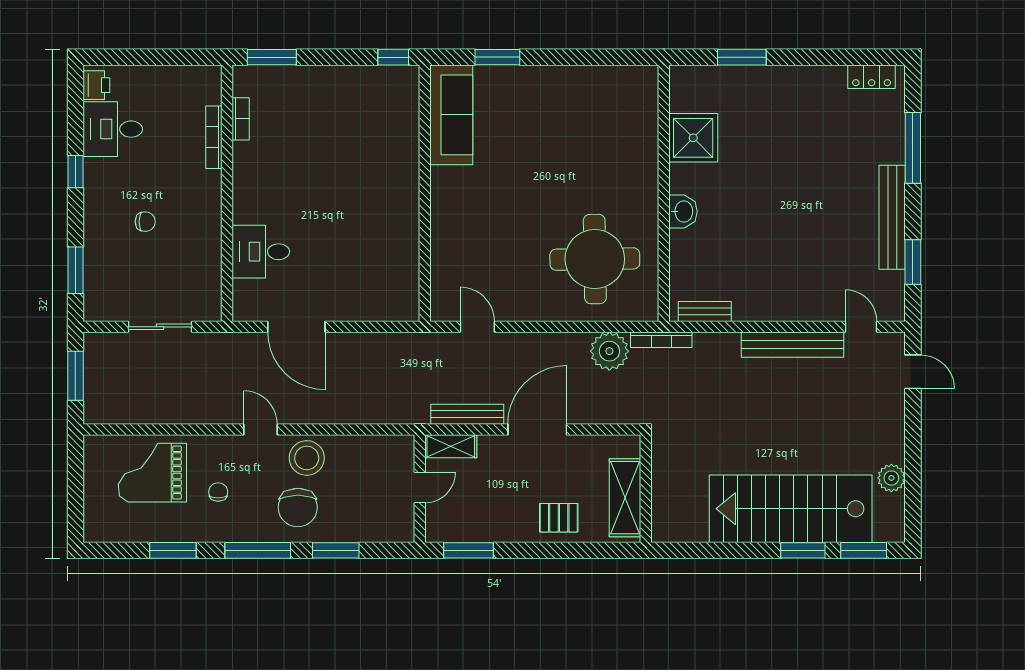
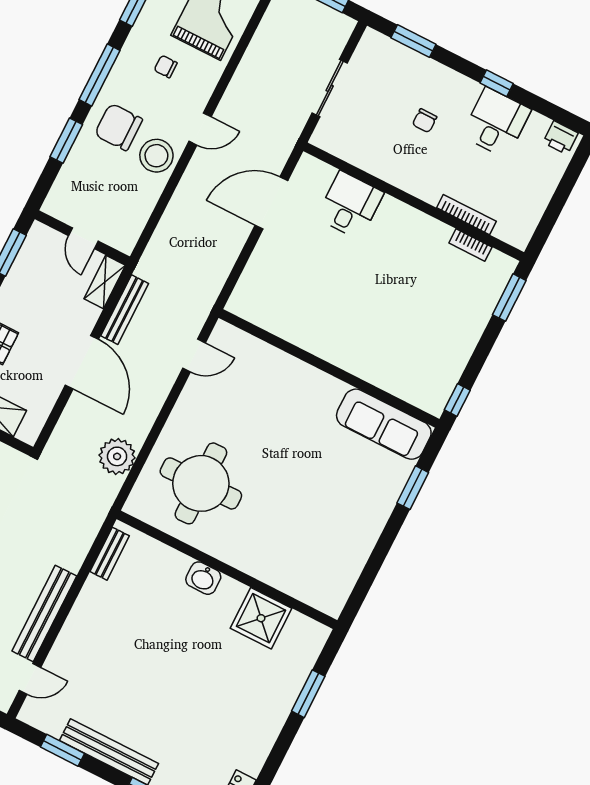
desk: (113, 129) -> (496, 123), moved
bookcase: (661, 340) -> (104, 505), removed
chair: (218, 492) -> (166, 67), turned 180

